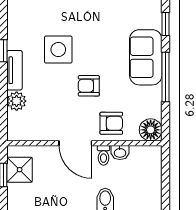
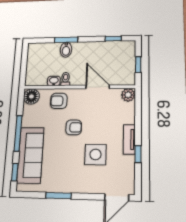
sofa: (146, 57) -> (30, 155), width x1.36
plant: (17, 101) -> (128, 95), moved
door: (75, 143) -> (98, 87), moved
shower: (20, 170) -> (126, 68), removed

